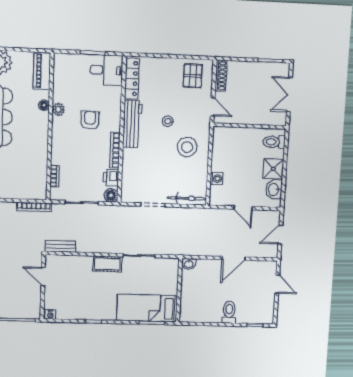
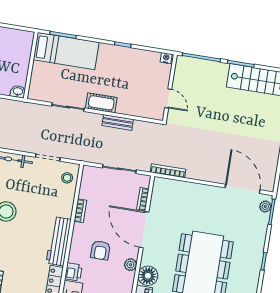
floor lamp: (44, 105) -> (148, 276), width x1.89, depth x1.89
stool: (168, 121) -> (67, 178), moved
door: (50, 146) -> (144, 230), added
bookcase: (115, 150) -> (80, 211), width x0.64
printer: (111, 177) -> (73, 272), moved
floor lamp: (111, 195) -> (89, 172), removed
bench: (61, 246) -> (118, 122), moved

